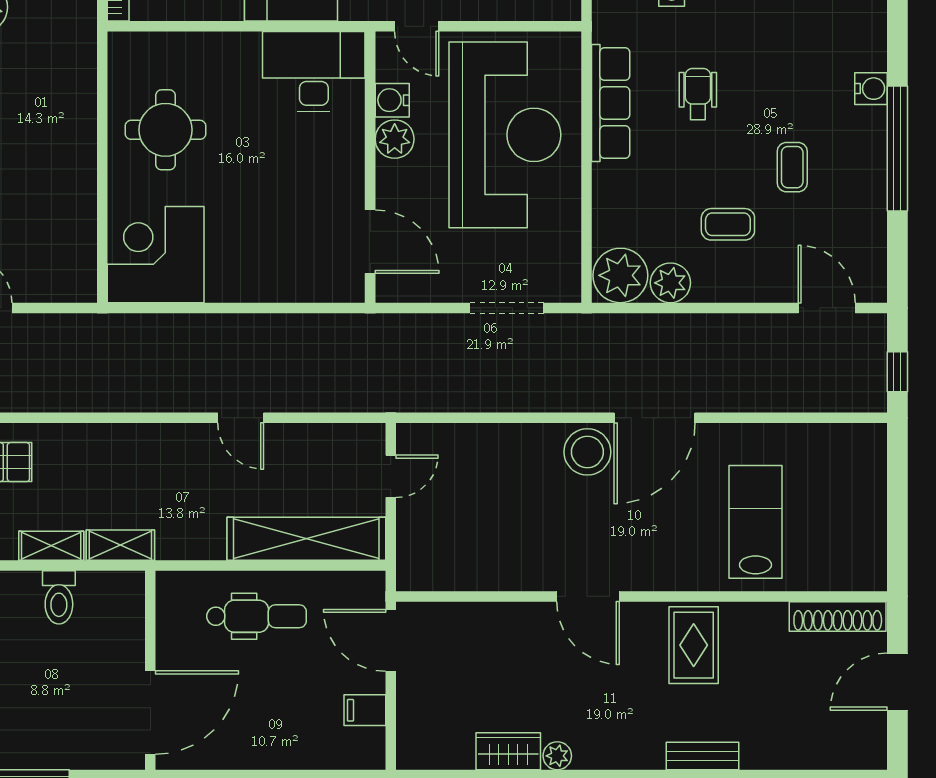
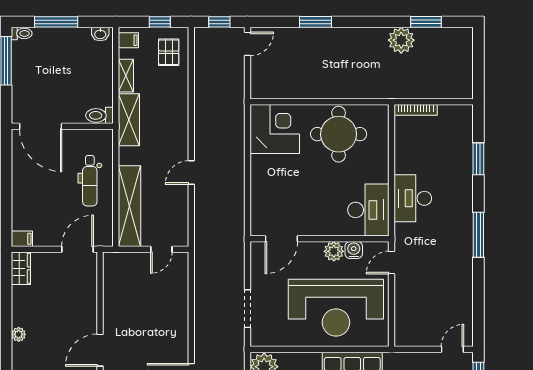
round table: (166, 130) -> (339, 134), width x1.36, depth x1.36
stool: (587, 452) -> (174, 350), removed
door: (391, 476) -> (161, 249), hinge flipped
shelving: (120, 545) -> (129, 120), width x1.50, depth x1.33
toilet: (59, 597) -> (99, 115), moved
filing cabinet: (365, 710) -> (22, 239), moved, turned 90
wardrobe: (508, 751) -> (21, 268), moved

